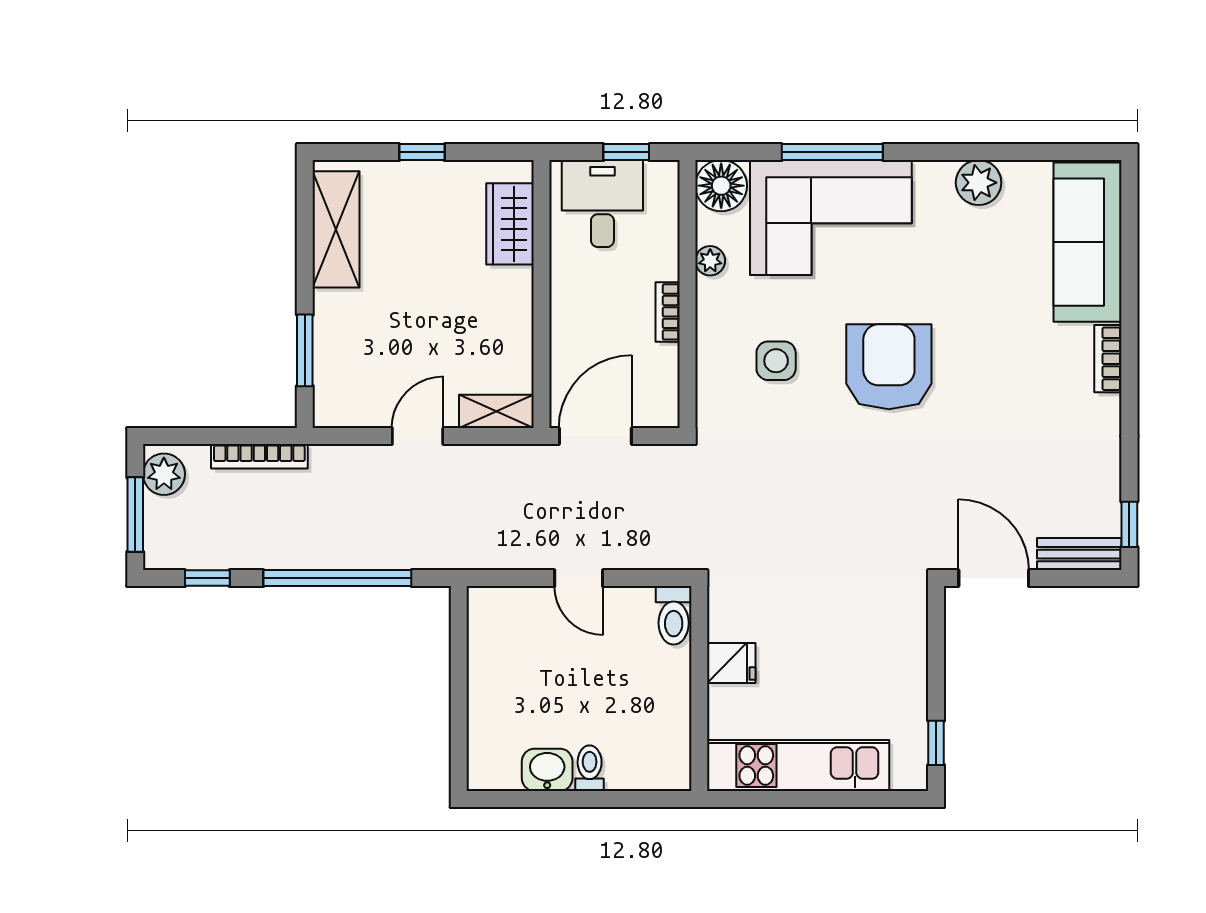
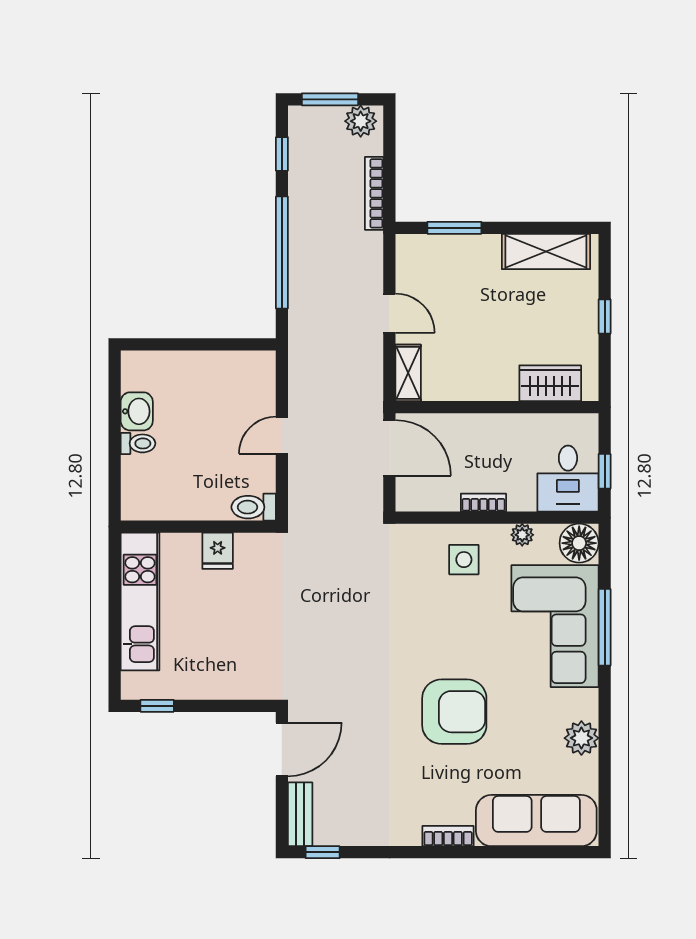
desk: (602, 204) -> (568, 479), moved, turned 90
side table: (776, 361) -> (464, 560), moved
armchair: (889, 367) -> (454, 712), moved

